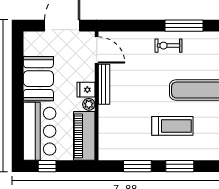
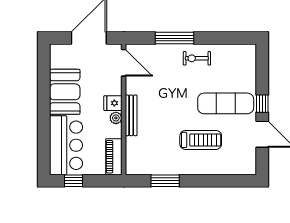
window: (184, 26) -> (174, 38), moved
bench: (104, 84) -> (131, 115), moved
piano: (84, 136) -> (114, 157), width x0.73, depth x0.75
window: (180, 166) -> (208, 181), removed

